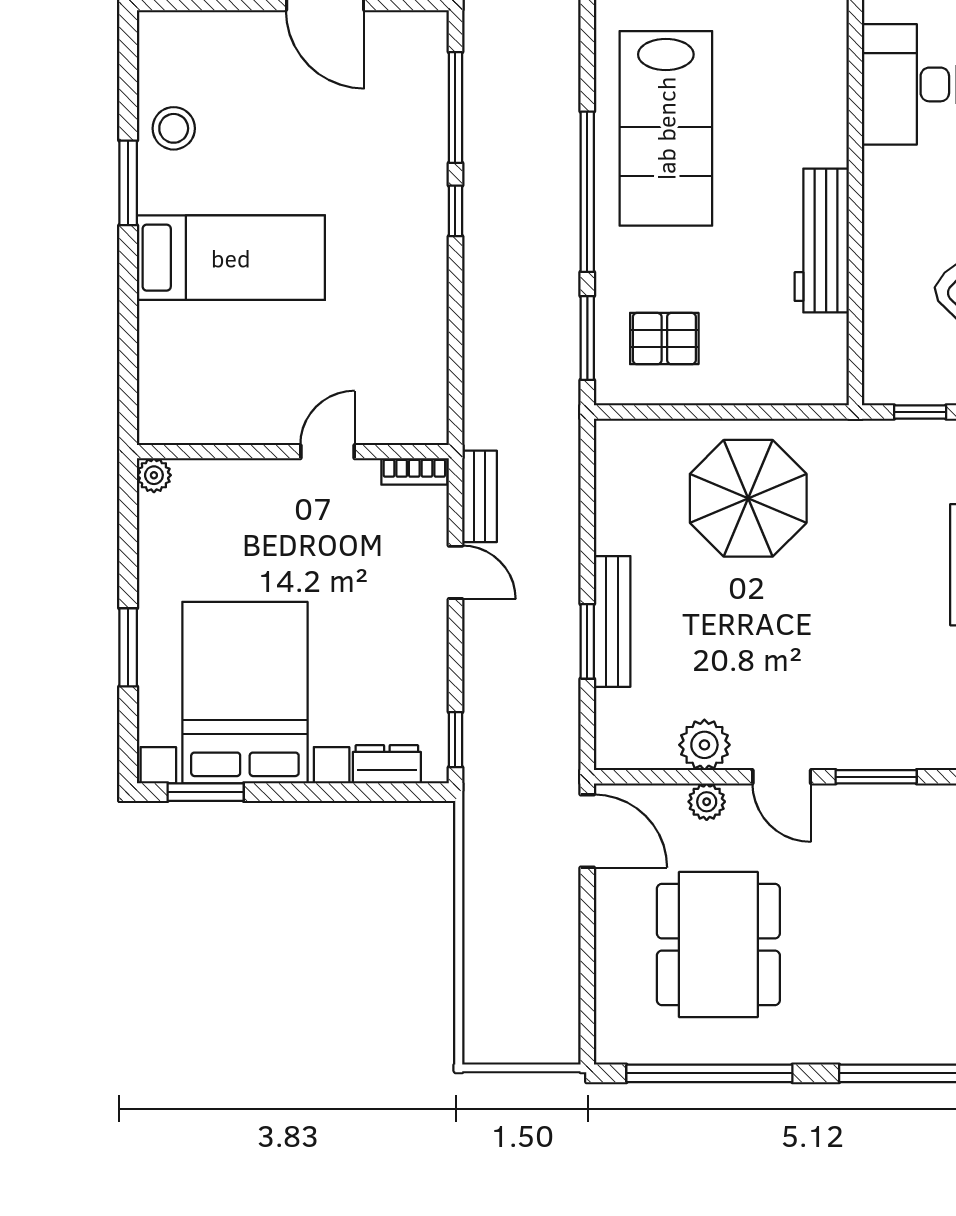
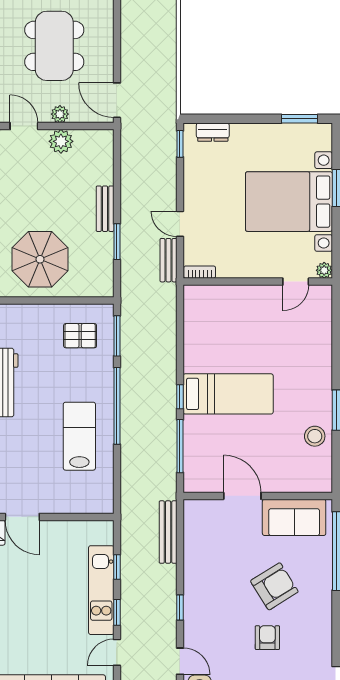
lab bench: (666, 128) -> (79, 436), width x0.73, depth x0.72
bed: (231, 258) -> (228, 394), moved, turned 180
door: (327, 452) -> (296, 282), moved
bench: (612, 621) -> (105, 209), width x0.73
window: (587, 641) -> (117, 242), moved
bed with nightstands: (245, 693) -> (289, 202), moved, turned 90

